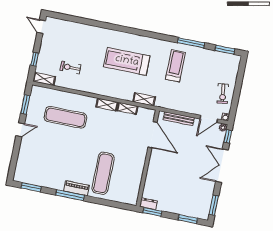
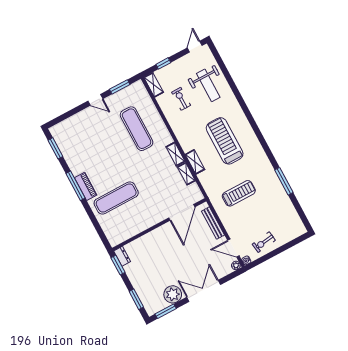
weight bench: (77, 40) -> (208, 85), added
window: (225, 50) -> (301, 214), removed
treadmill: (175, 66) -> (239, 193), moved
shelving: (144, 99) -> (195, 162), moved
window: (228, 136) -> (232, 276), removed
plant: (206, 190) -> (173, 294), added

